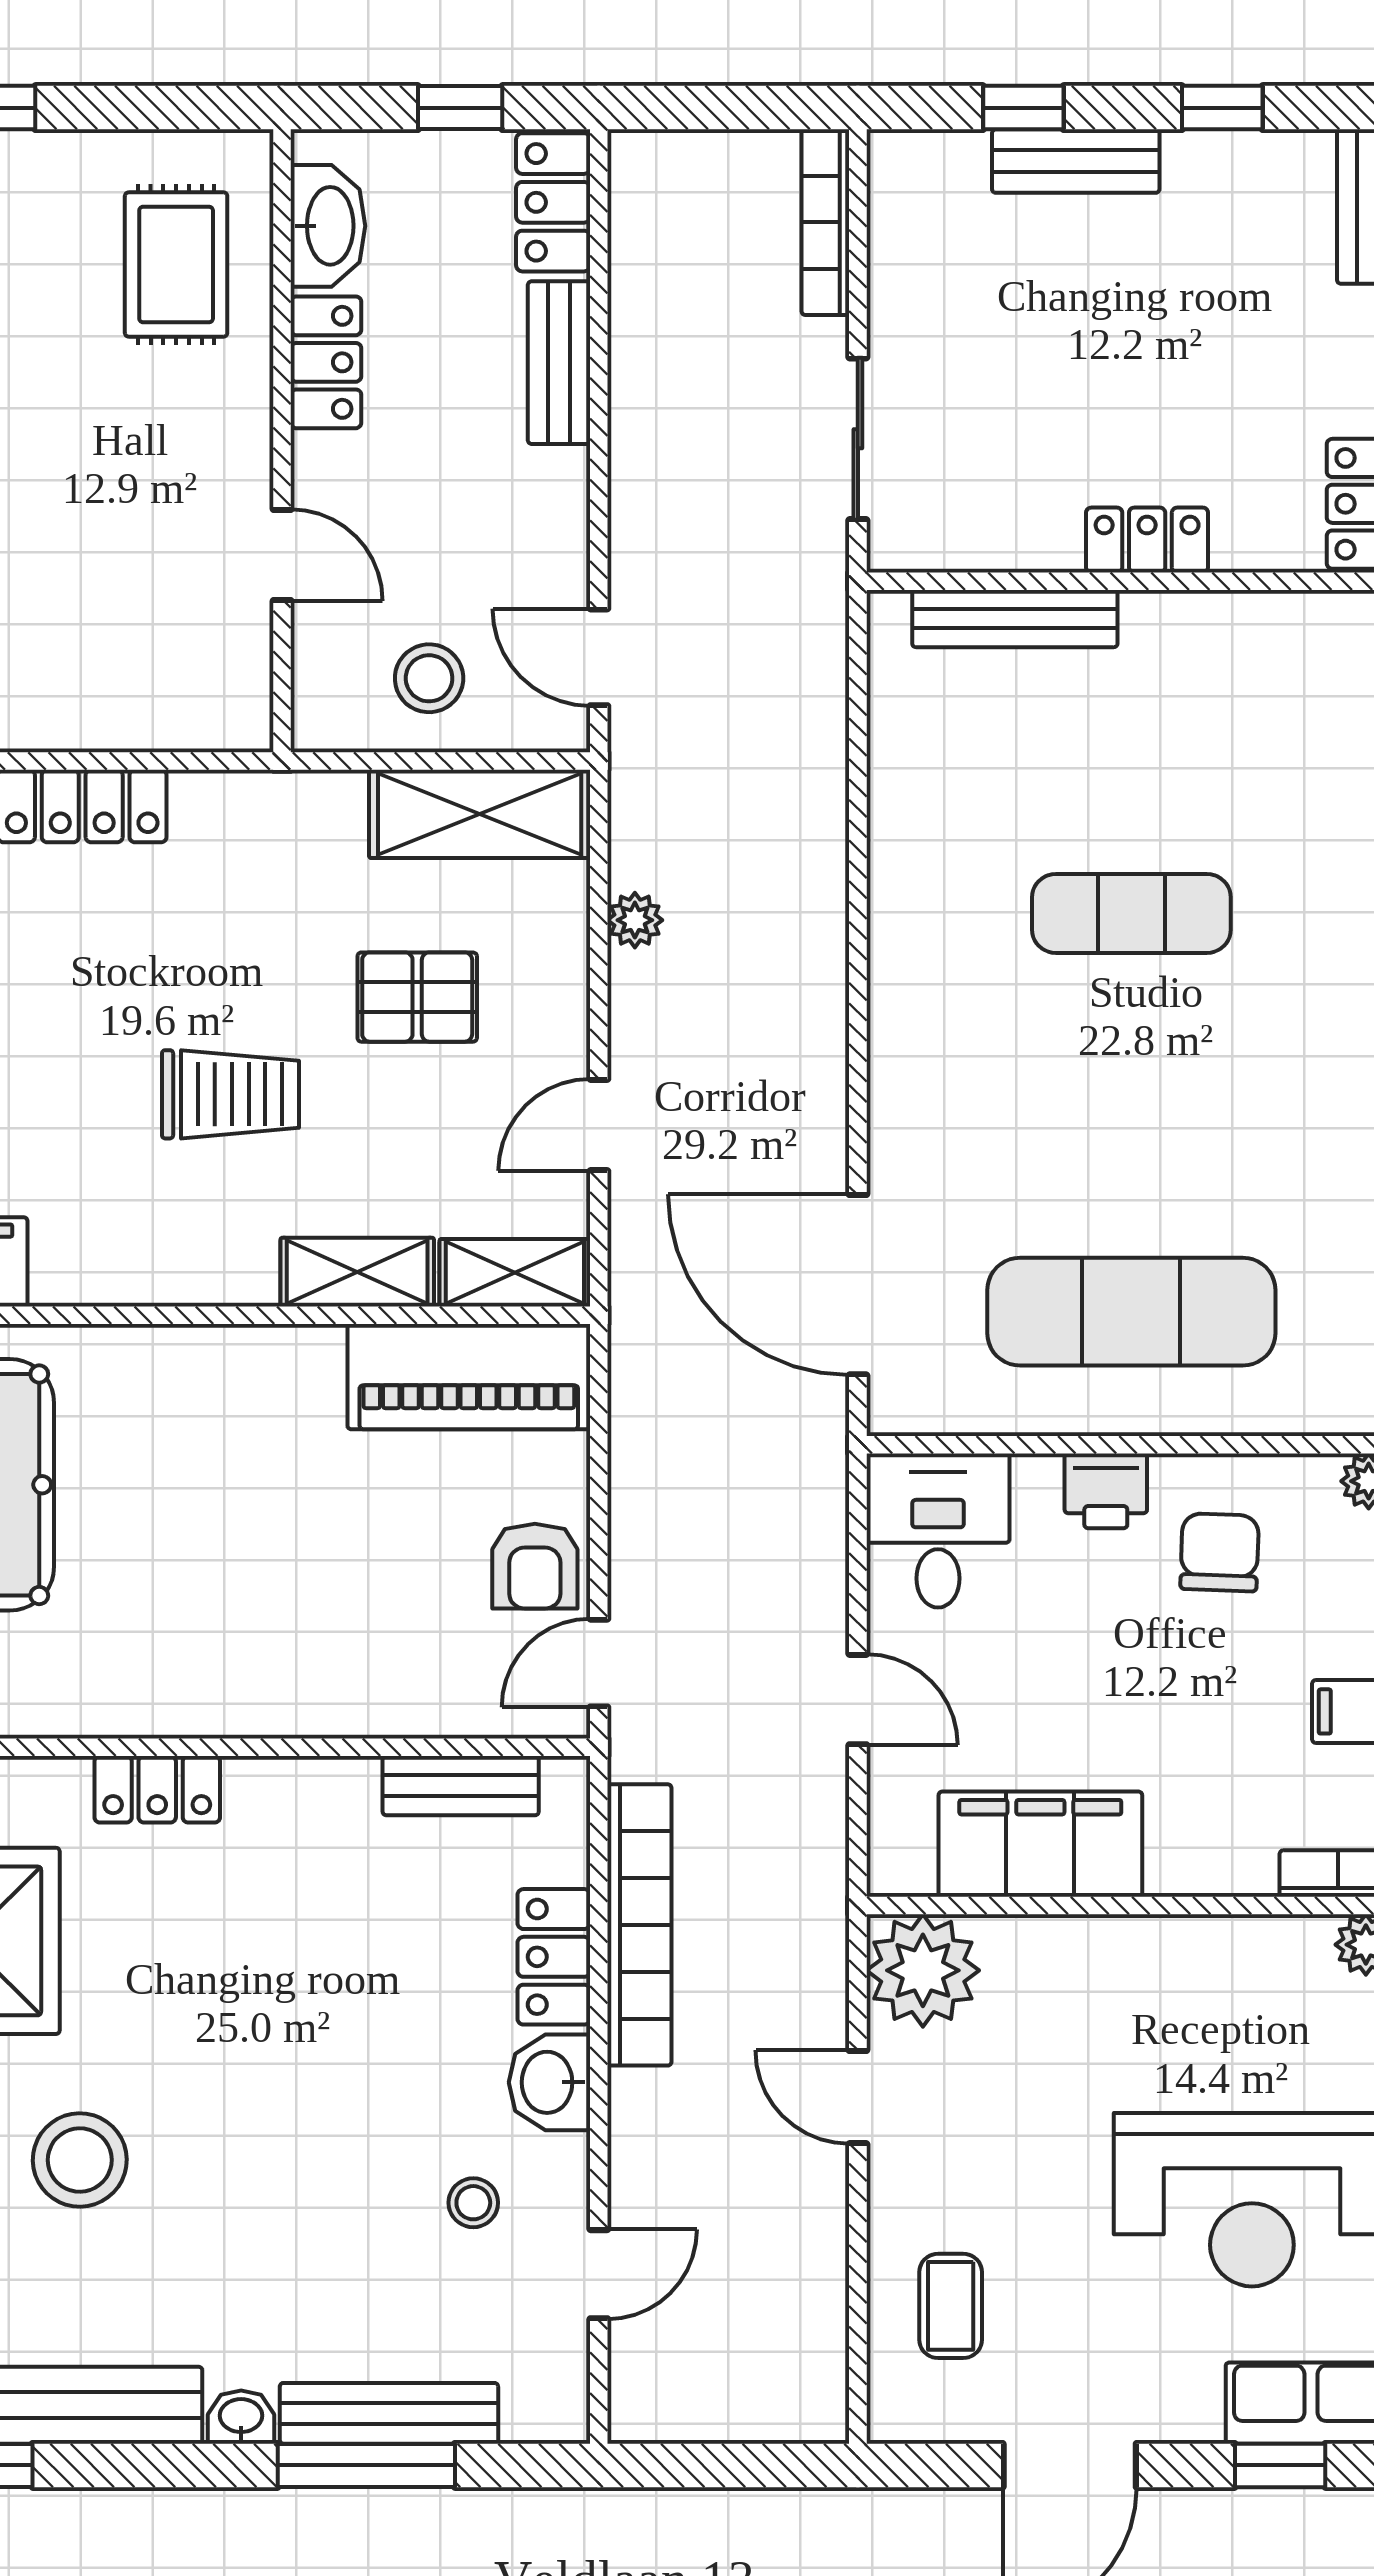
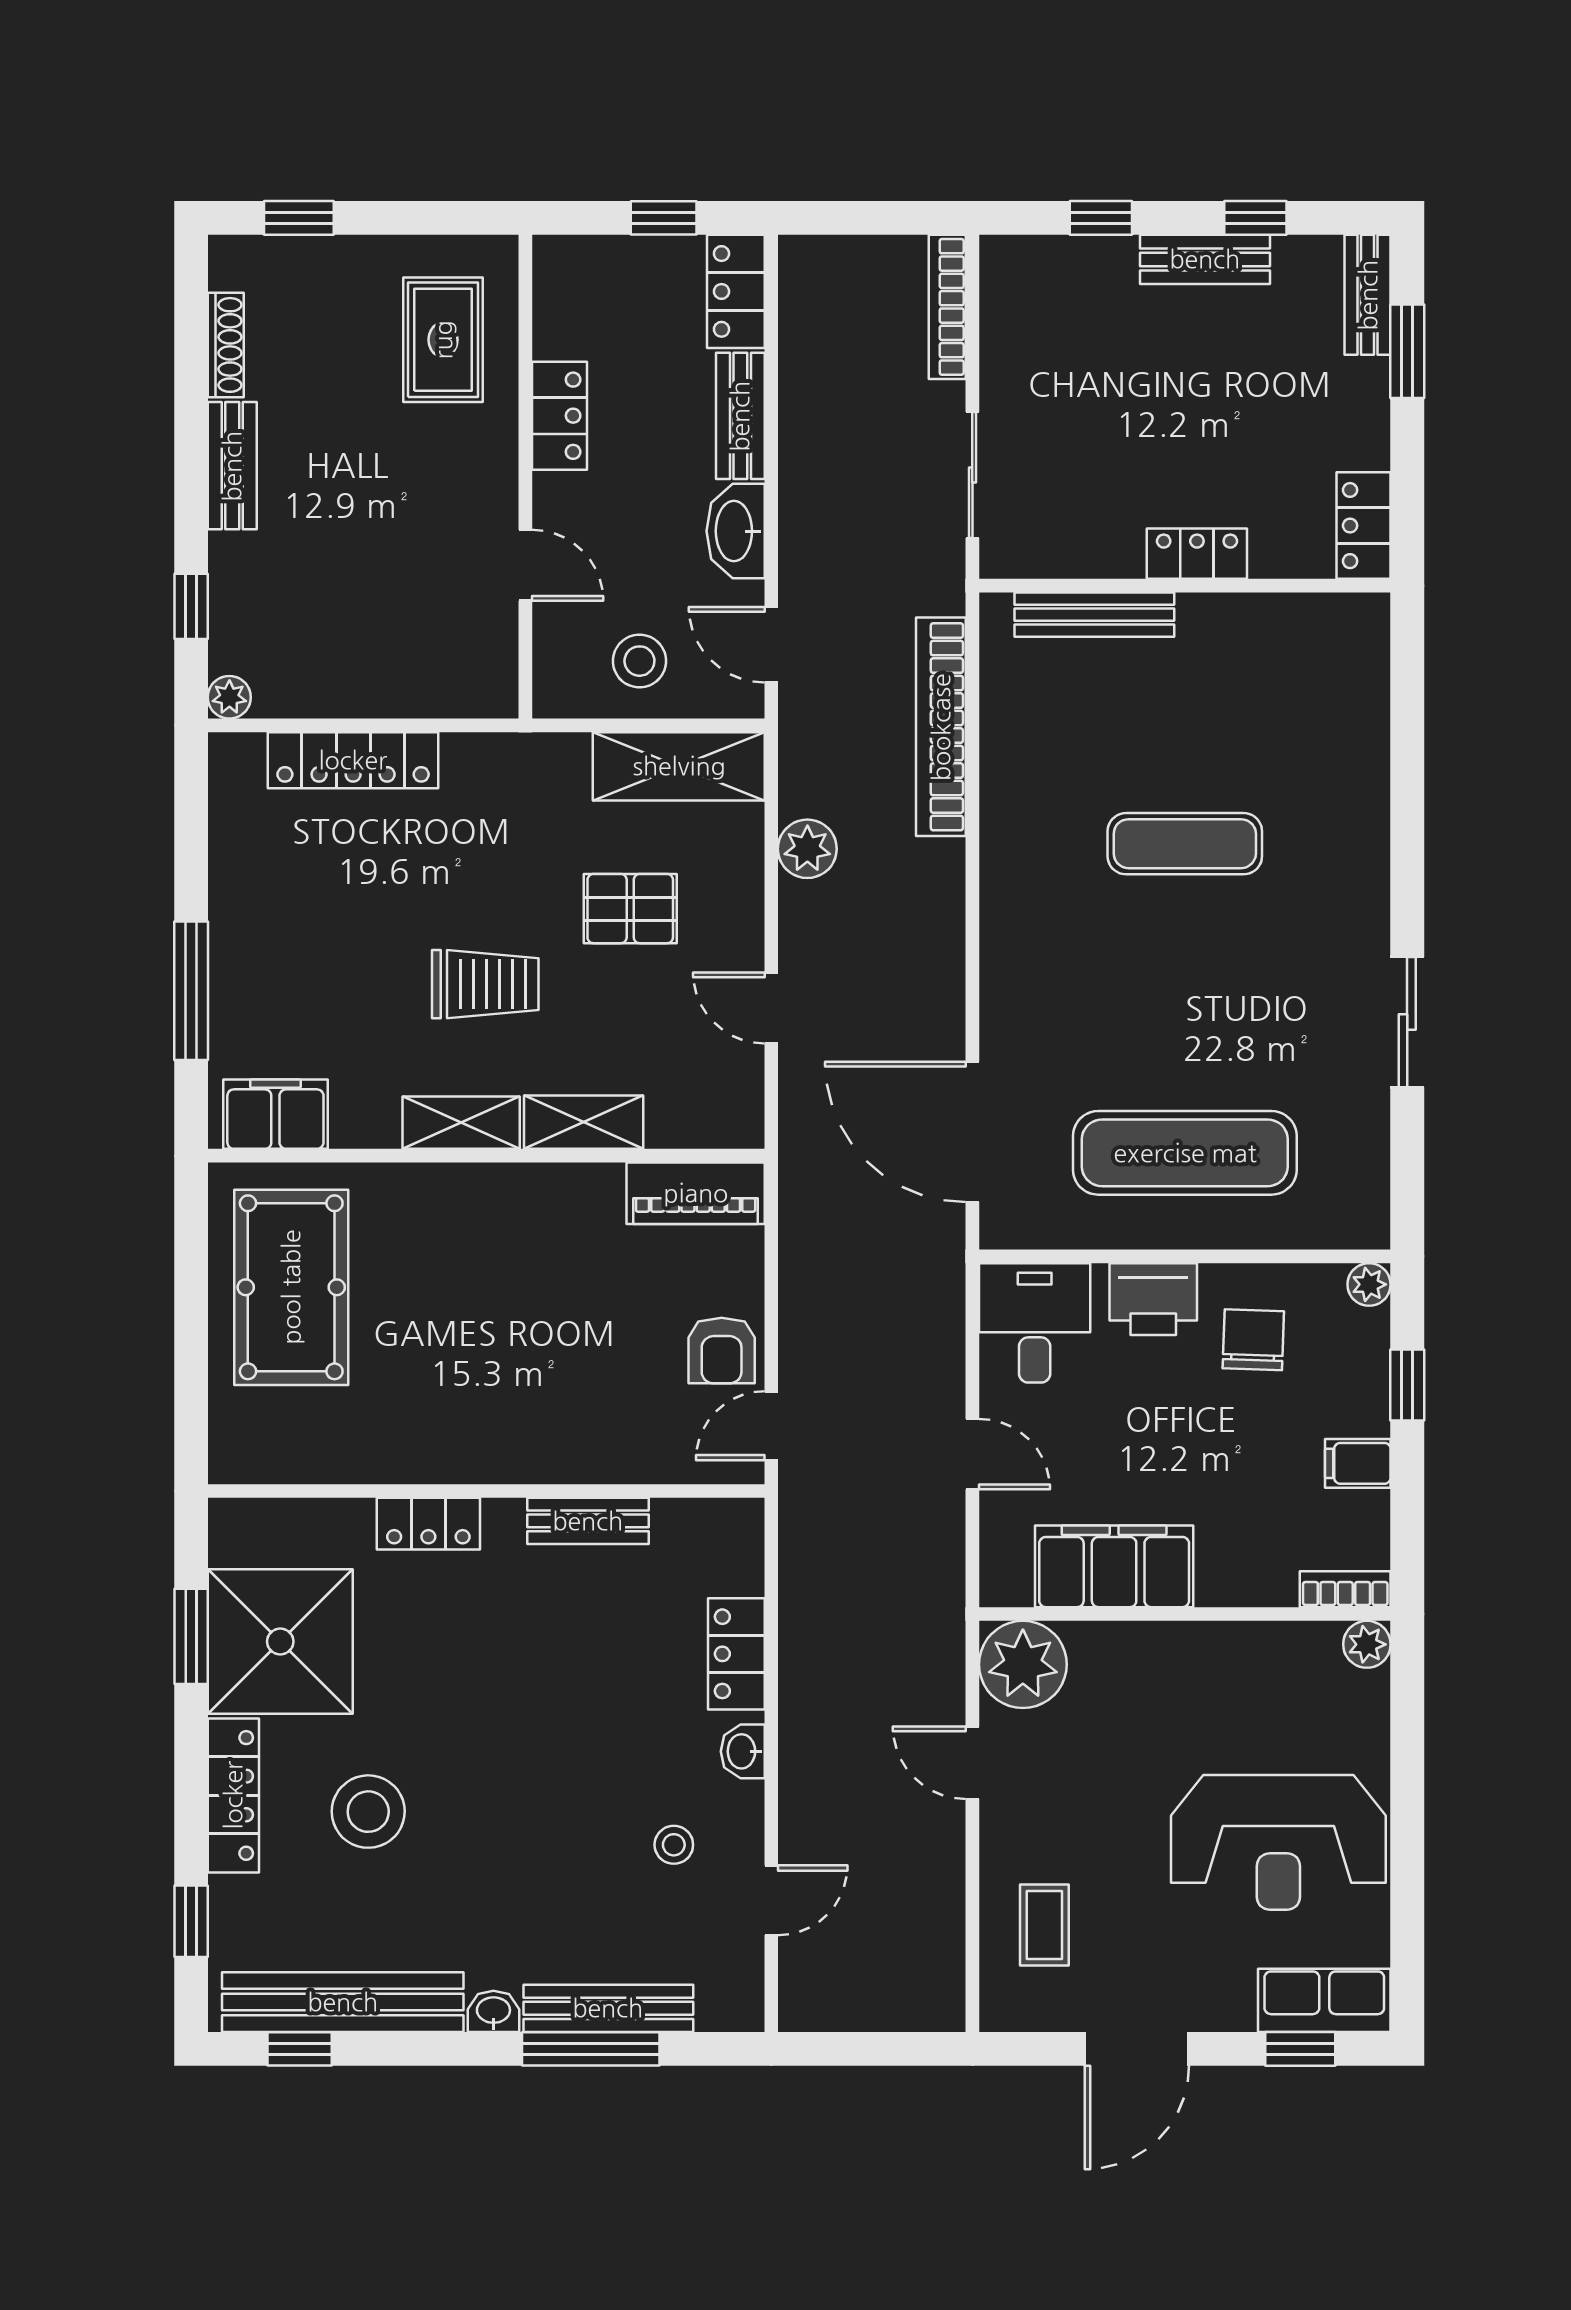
bench: (1076, 161) -> (1205, 259), moved
washbasin: (328, 226) -> (736, 531), moved, turned 180
plant: (635, 920) -> (807, 849), width x1.38, depth x1.38
door: (599, 1125) -> (771, 1008), hinge flipped
shelving: (515, 1273) -> (461, 1123), moved
piano: (469, 1377) -> (696, 1193), width x0.73, depth x0.75
printer: (1106, 1491) -> (1153, 1299), width x1.36, depth x1.24
bench: (461, 1786) -> (588, 1521), moved
bookcase: (639, 1925) -> (941, 727), moved, turned 180
washbasin: (549, 2082) -> (743, 1751), width x0.72, depth x0.69

